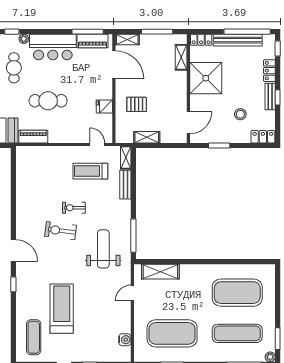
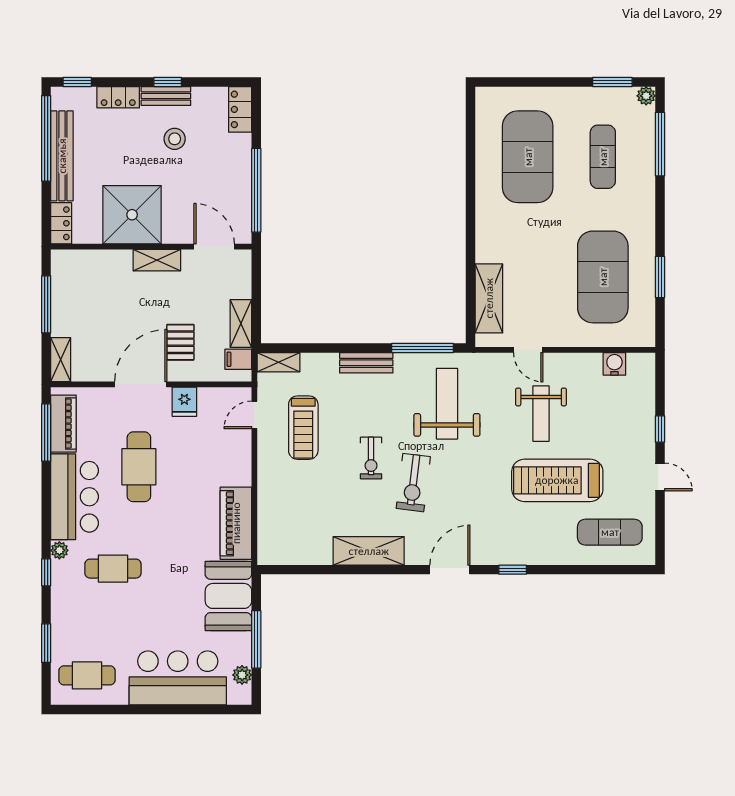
shelving: (181, 57) -> (157, 260), moved
door: (114, 65) -> (141, 384), moved
cafe table: (48, 101) -> (139, 467), moved
stool: (240, 114) -> (175, 139), moved
filing cabinet: (127, 136) -> (238, 359), added
piano: (33, 137) -> (236, 523), width x1.37, depth x1.33
window: (219, 145) -> (256, 190), width x2.11
bench: (125, 185) -> (366, 363), moved
shelving: (24, 206) -> (369, 551), added
weight bench: (103, 249) -> (447, 404), turned 90
weight bench: (98, 300) -> (541, 414), added
exercise mat: (237, 333) -> (603, 157), width x0.73, depth x0.69

